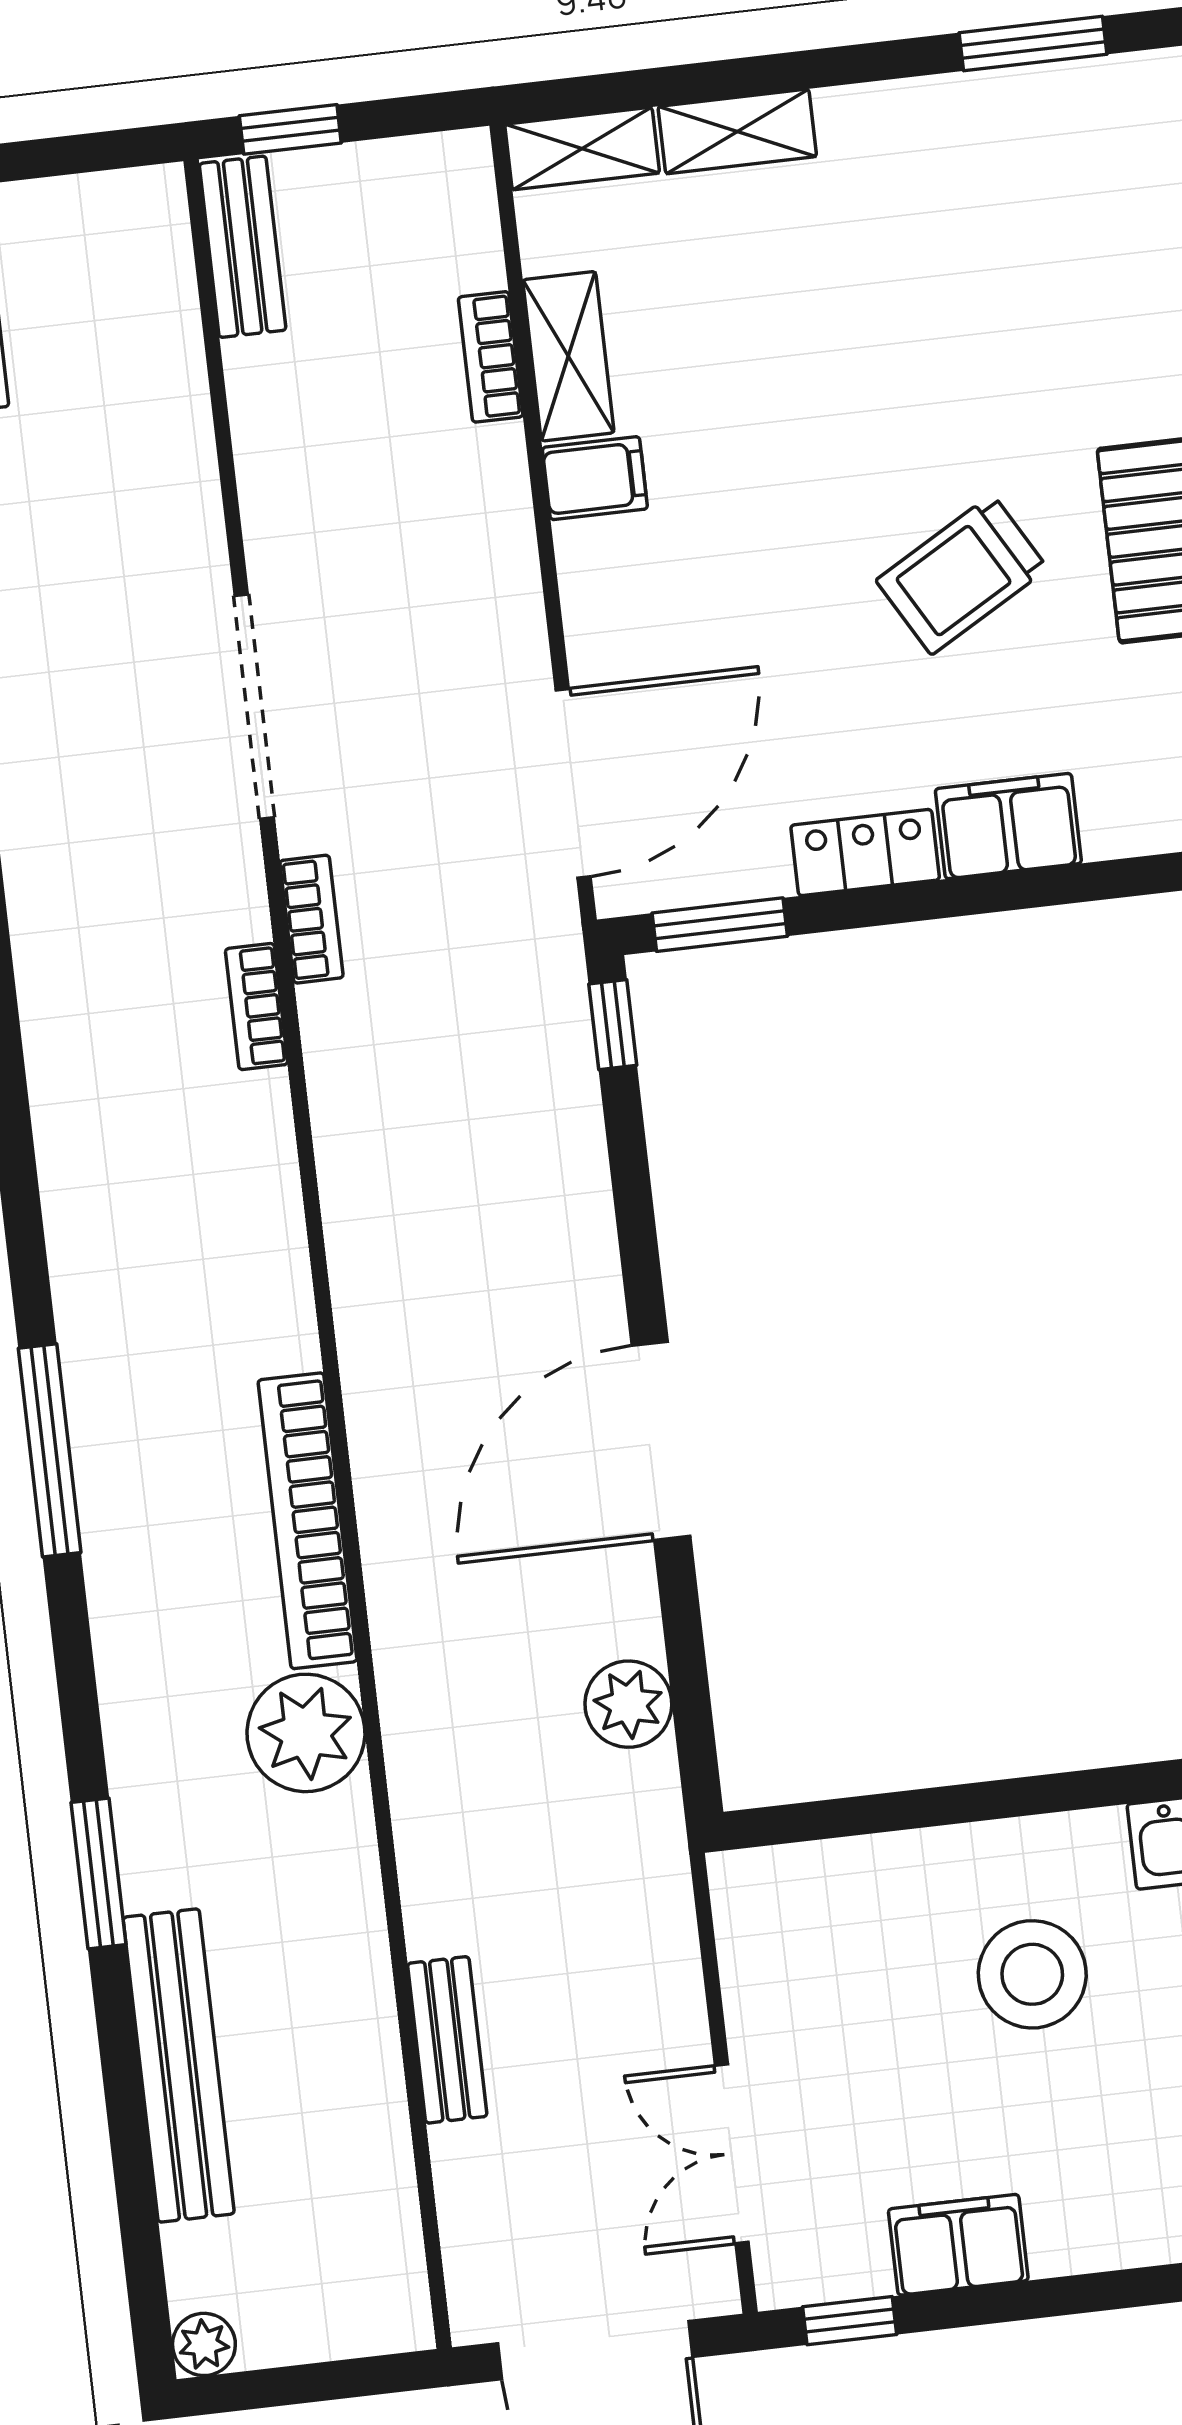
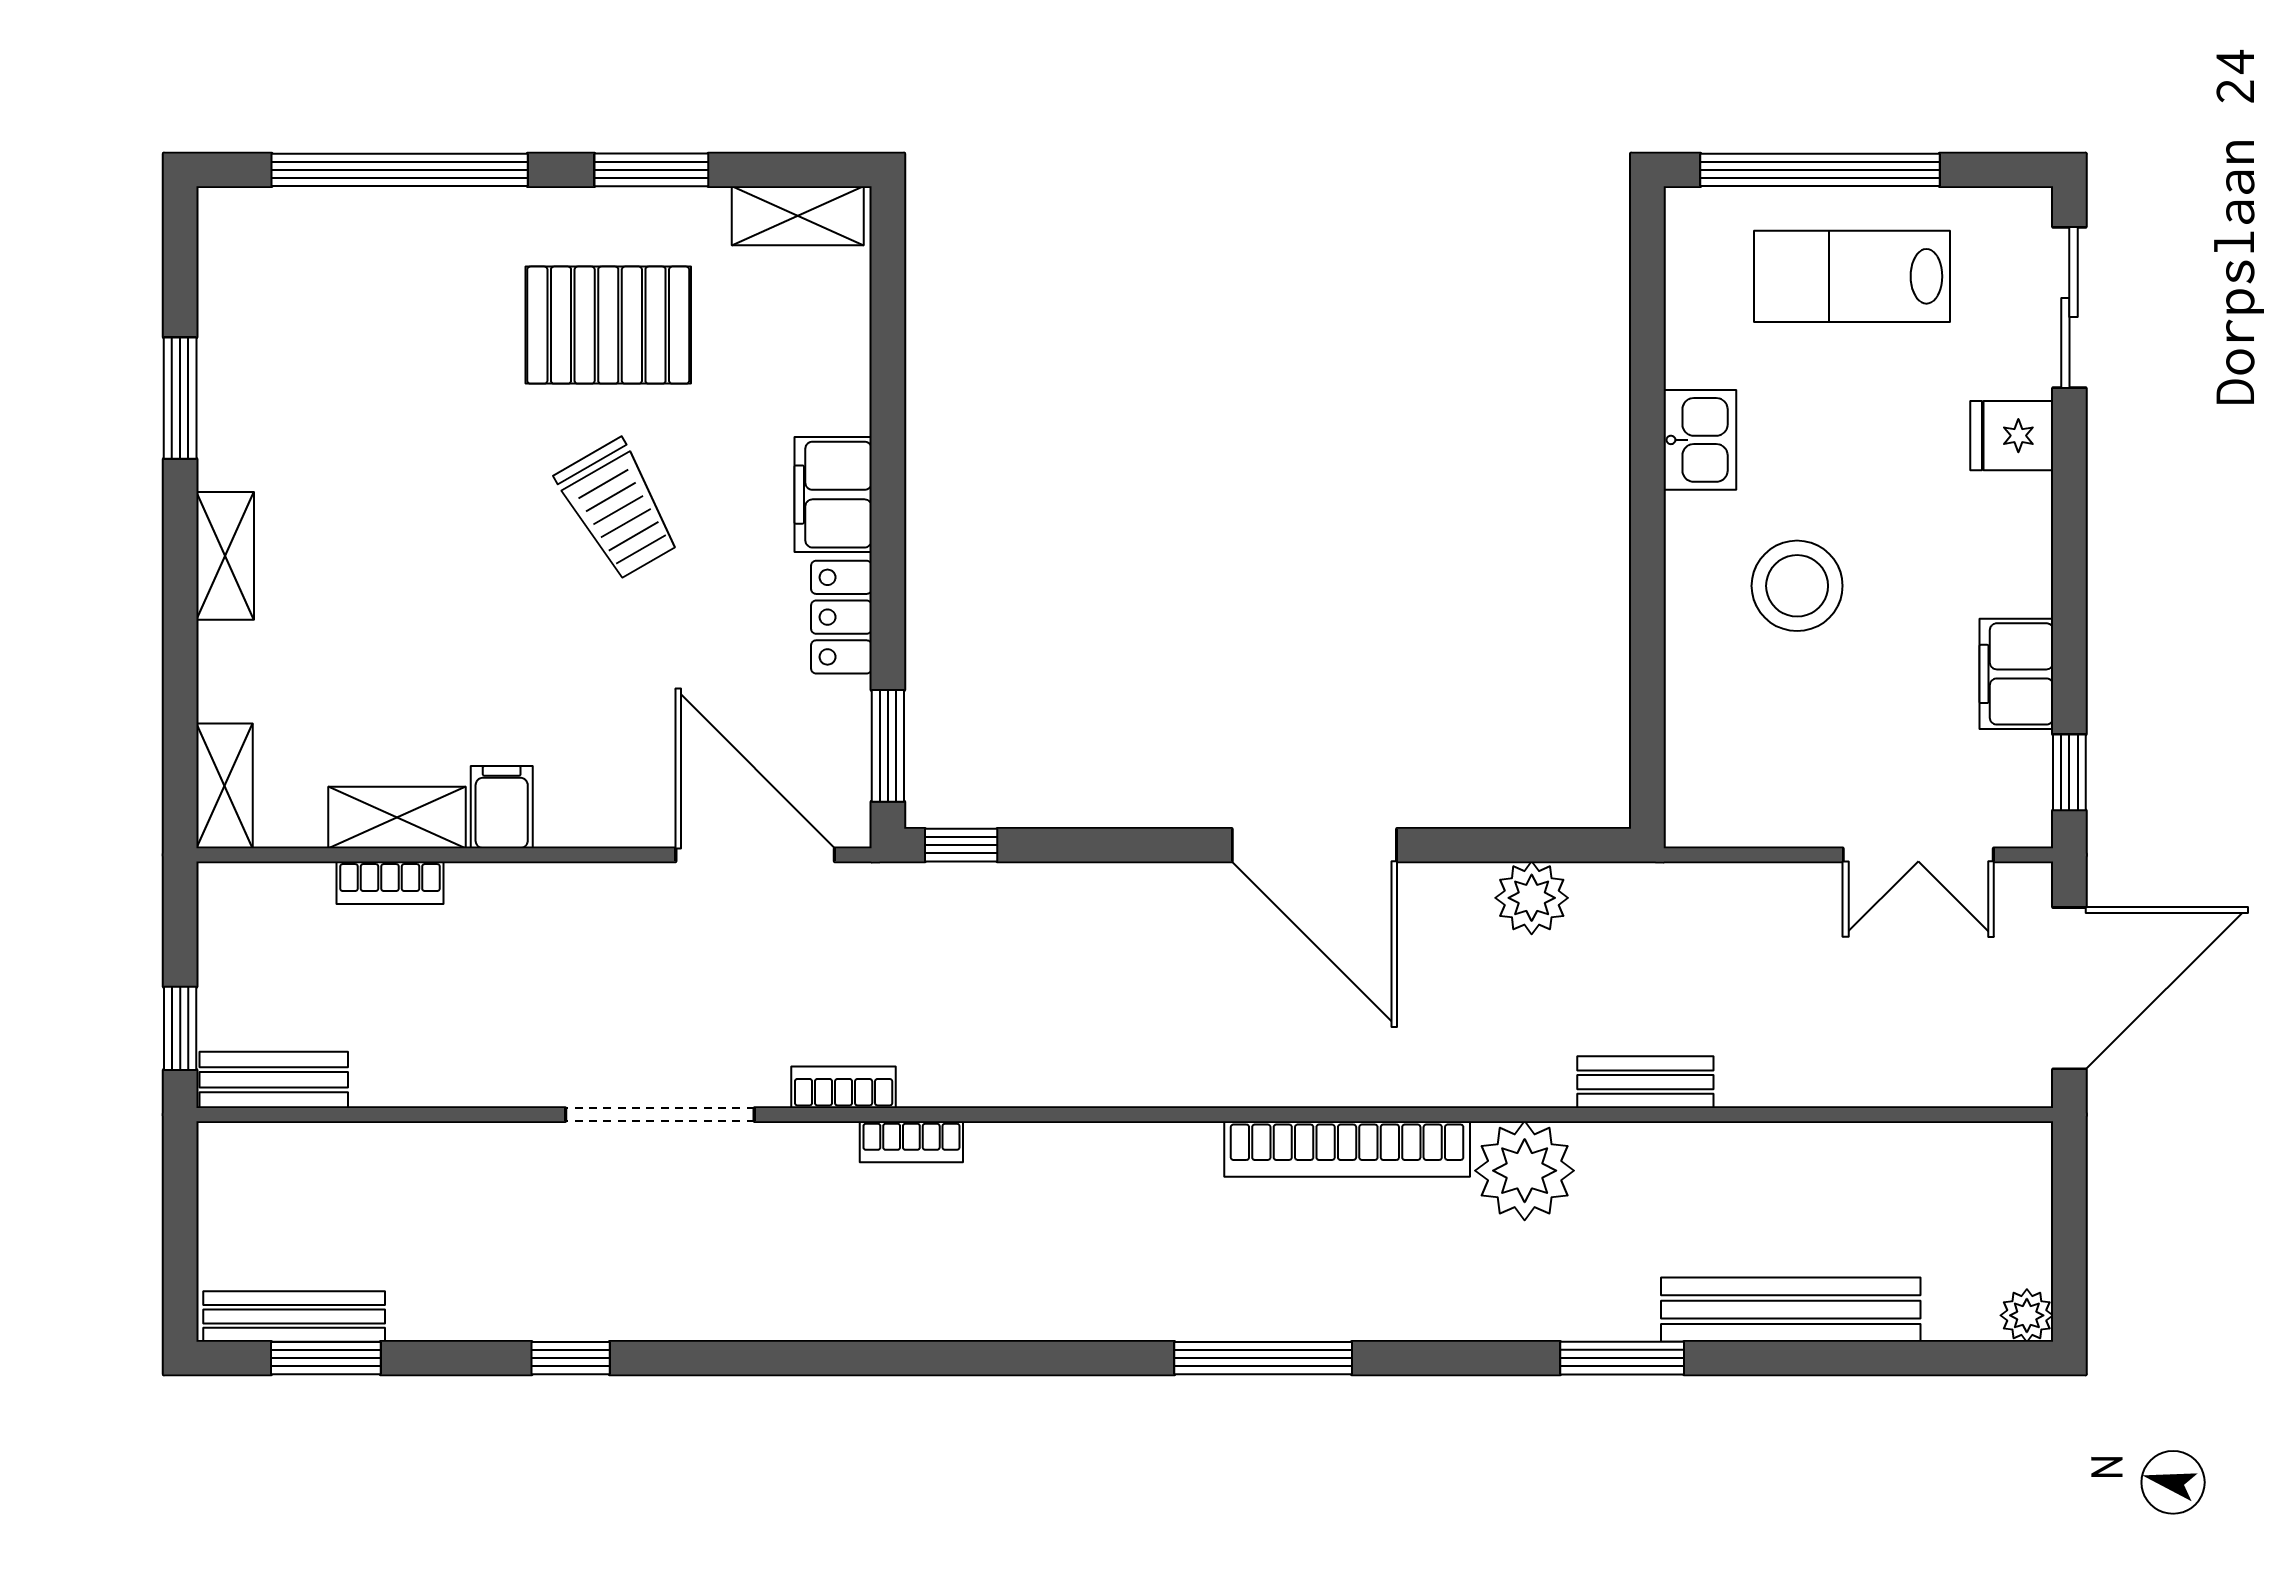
shelving: (737, 131) -> (225, 556), moved
bench: (447, 2040) -> (1645, 1082), moved

